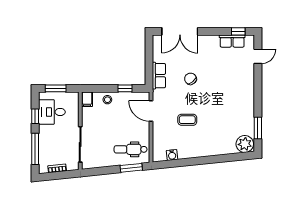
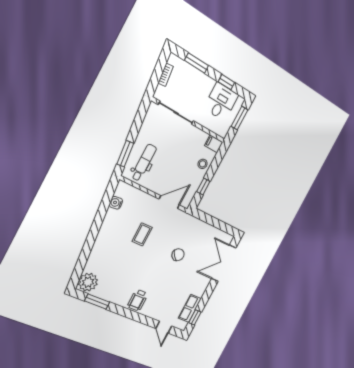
row of seats: (159, 76) -> (197, 225), removed
wheelchair: (243, 94) -> (138, 300), added
window: (35, 149) -> (197, 63), width x0.69

